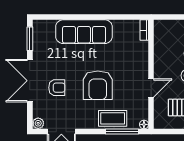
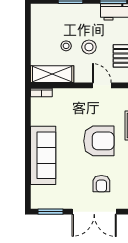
shelving: (162, 40) -> (52, 74), added
armchair: (57, 88) -> (101, 184), turned 180

